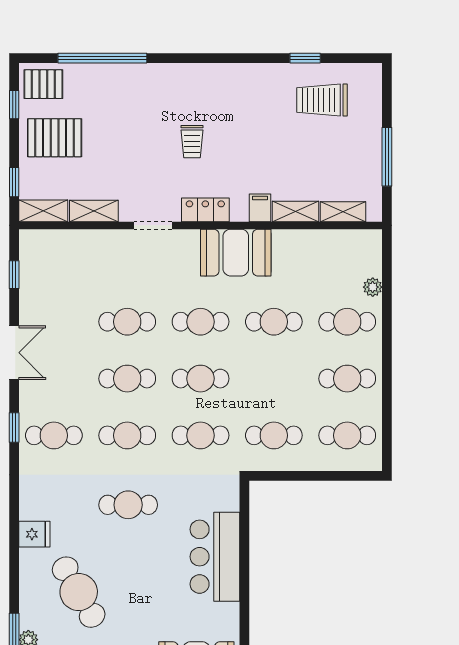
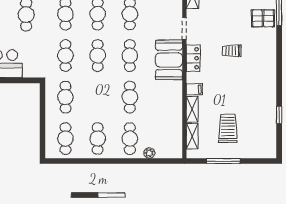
pallet: (135, 87) -> (263, 18), added
trolley: (322, 100) -> (228, 128), moved
booth: (236, 253) -> (169, 60), moved

